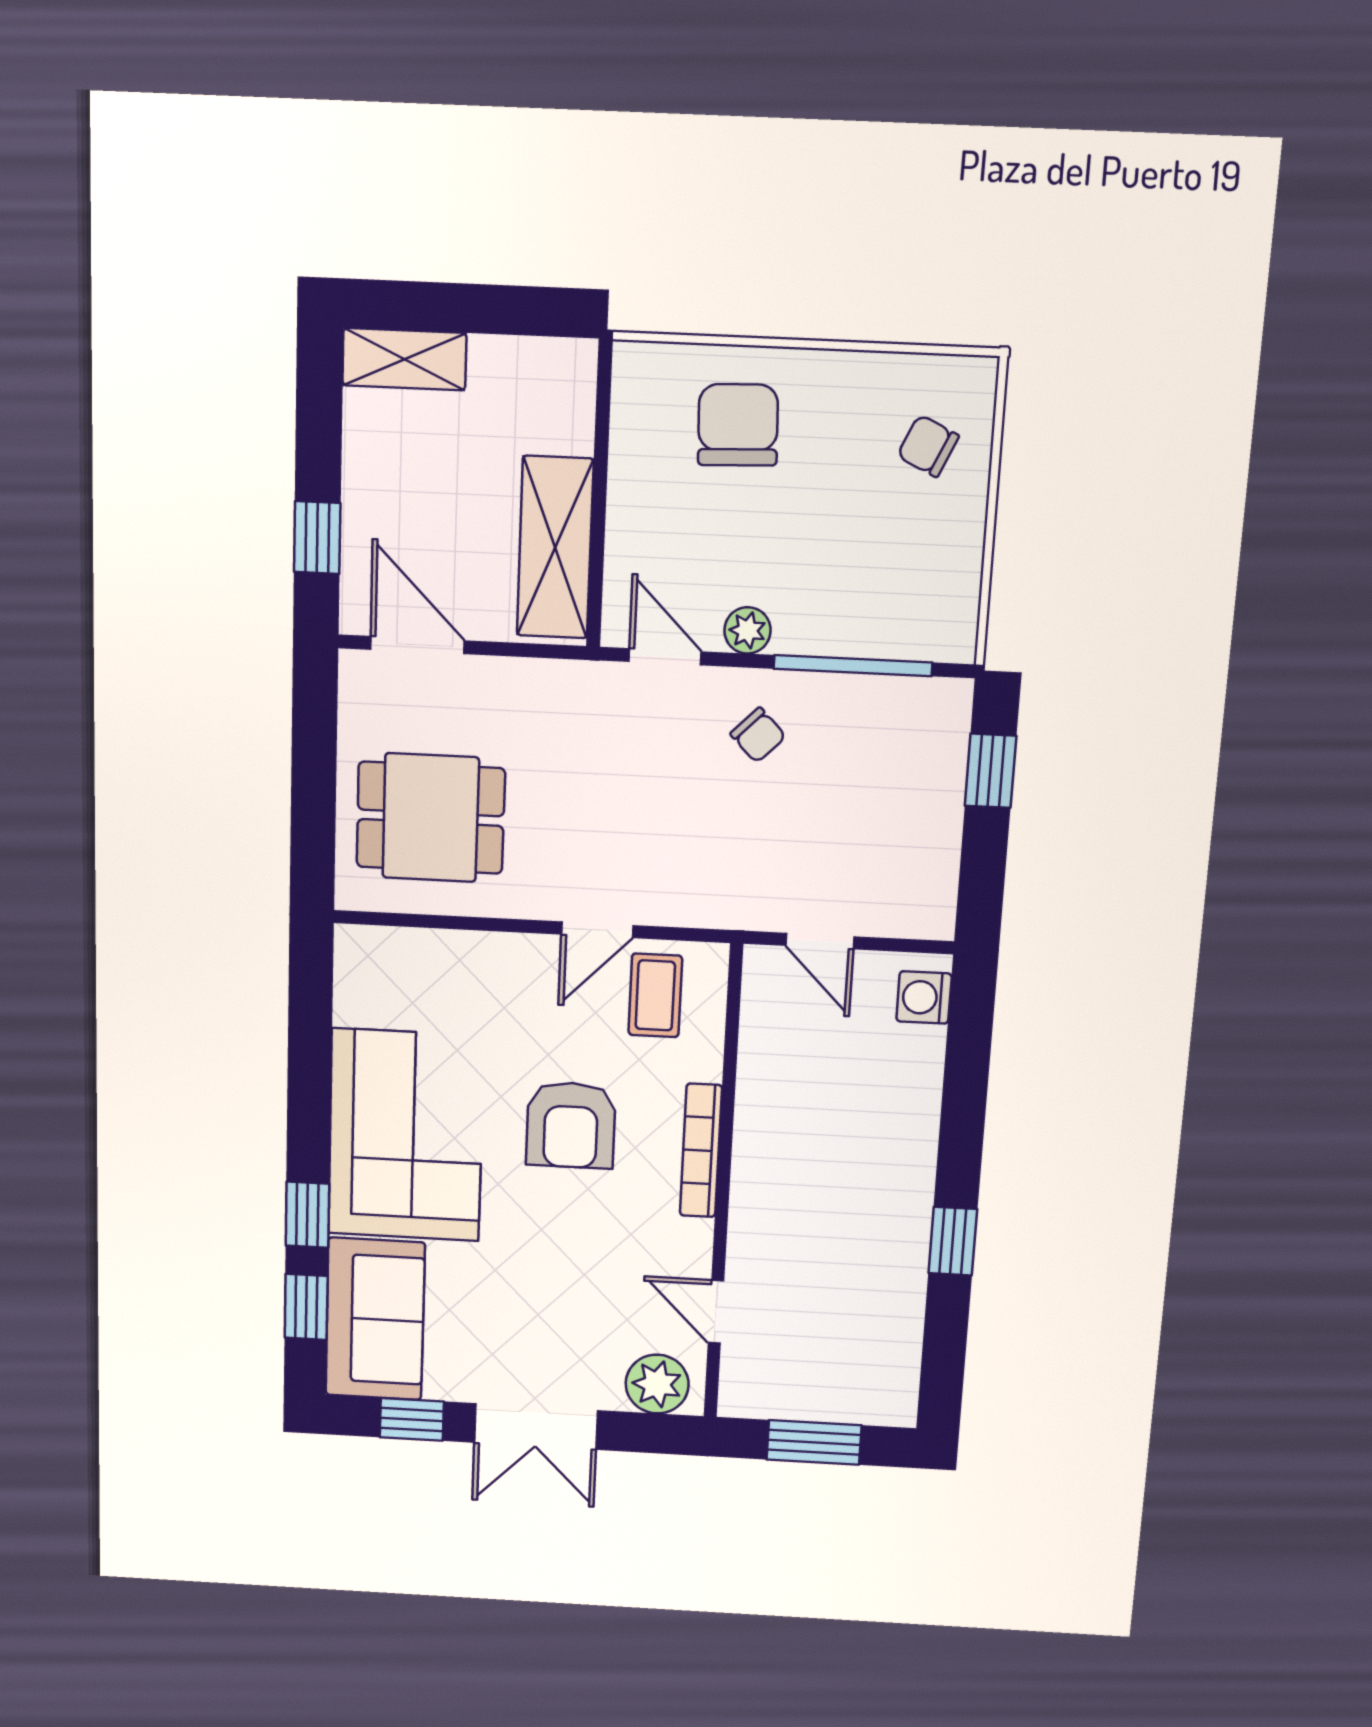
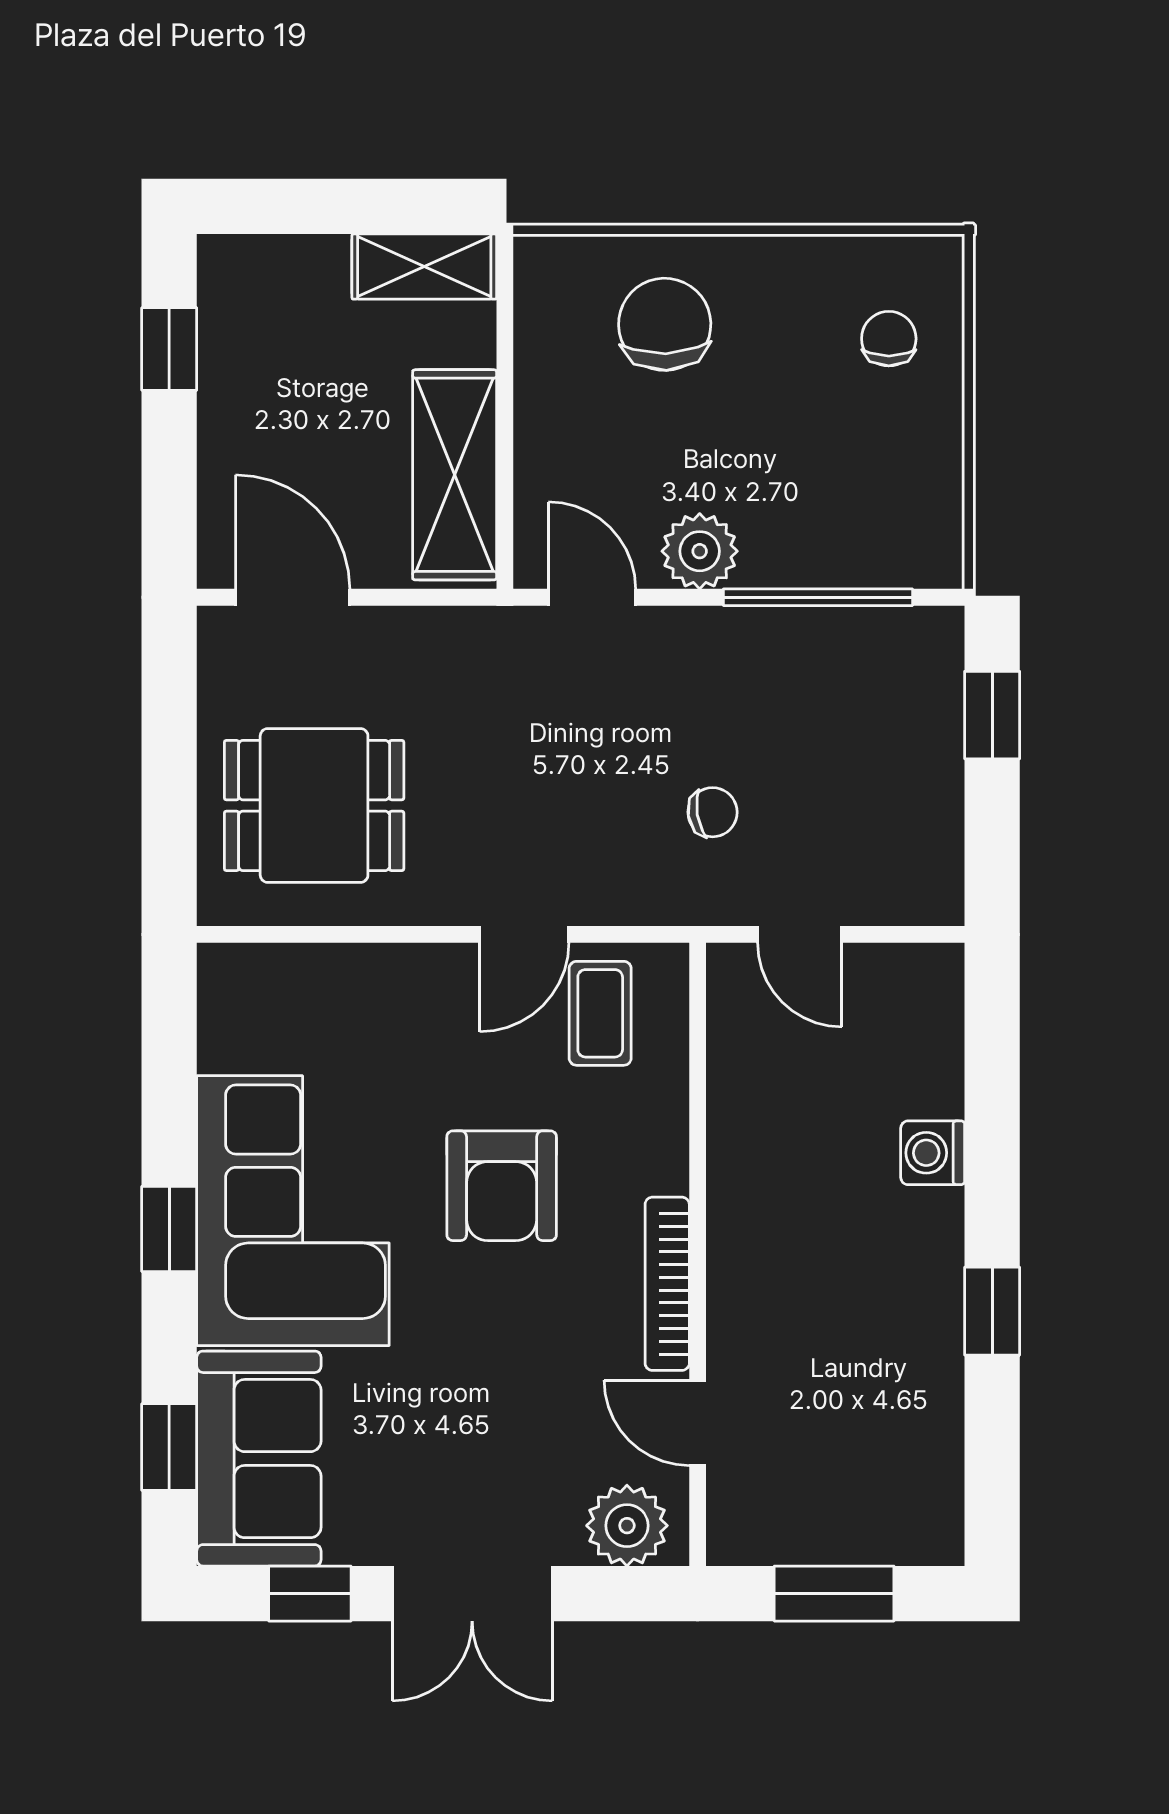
shelving: (404, 359) -> (424, 267), moved
chair: (928, 446) -> (889, 339), turned 65
window: (317, 538) -> (169, 349), moved
plant: (748, 630) -> (700, 551), width x1.38, depth x1.38
chair: (758, 735) -> (713, 812), moved, turned -54
washing machine: (924, 997) -> (933, 1153), moved
bookcase: (701, 1151) -> (667, 1284), moved
window: (307, 1215) -> (169, 1229), moved

